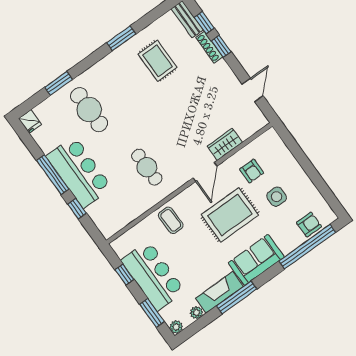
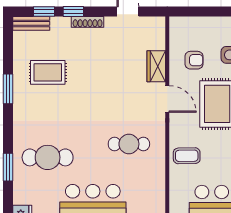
shoe rack: (209, 47) -> (88, 22), moved

